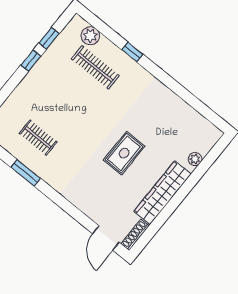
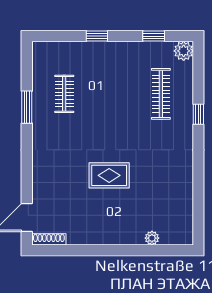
plant: (90, 36) -> (184, 51), moved
window: (31, 61) -> (97, 36), moved
wardrobe: (163, 193) -> (102, 234), removed

